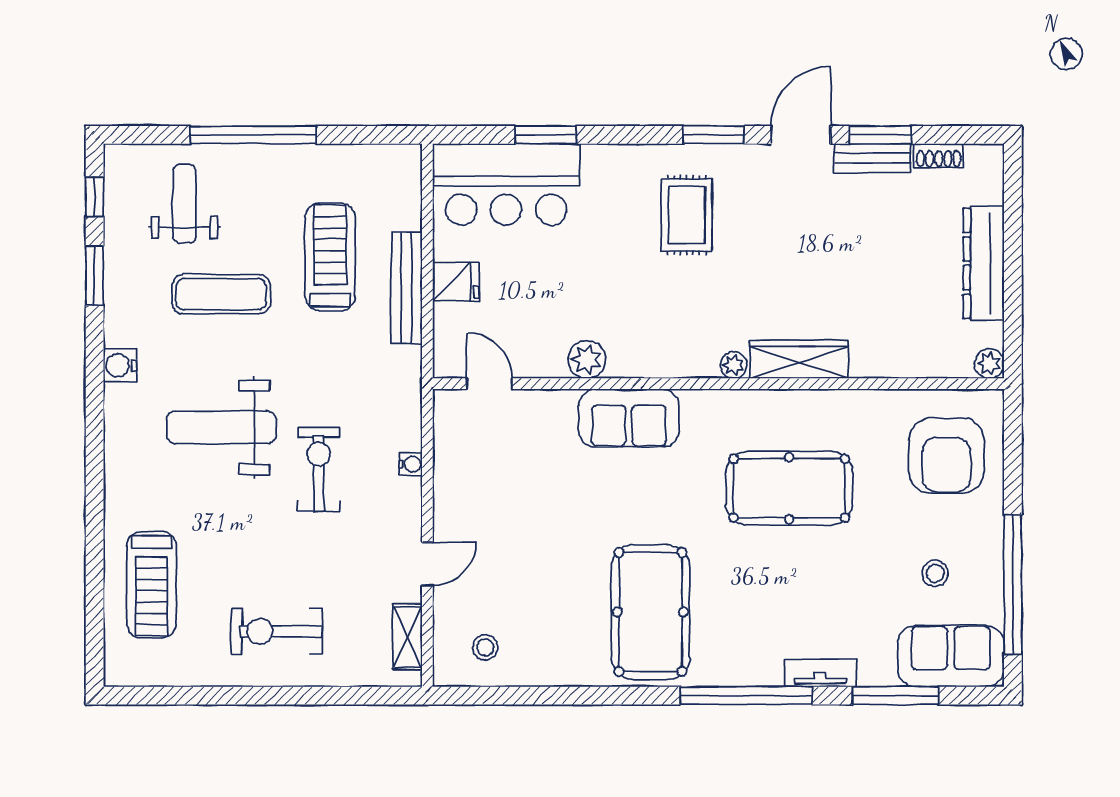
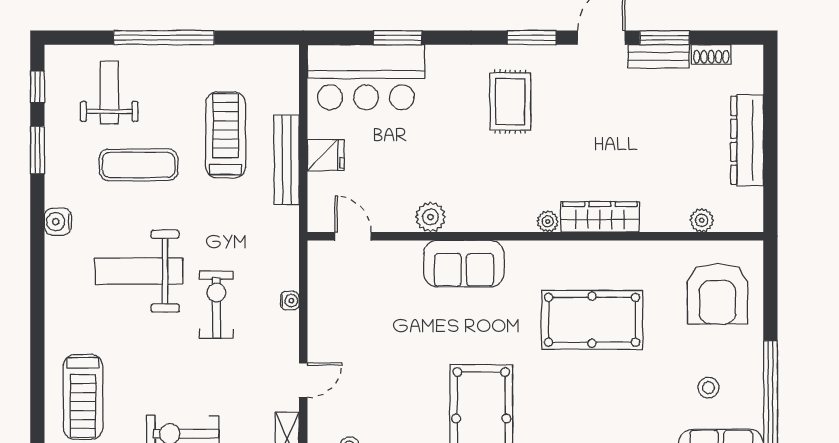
plant: (989, 364) -> (702, 220), moved

